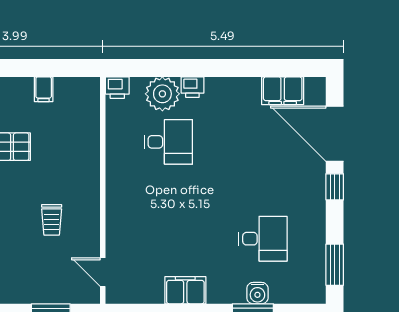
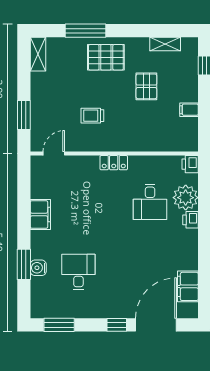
locker: (115, 191) -> (114, 163), added
desk: (263, 239) -> (78, 272), turned 180

